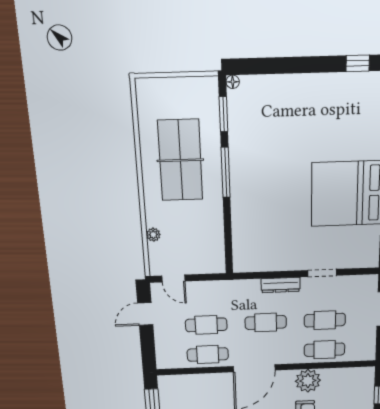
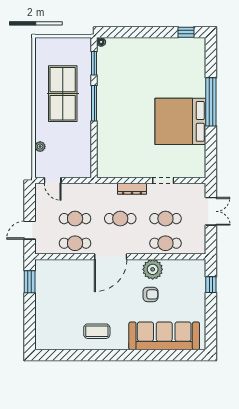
door: (145, 314) -> (30, 230), moved

